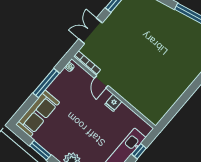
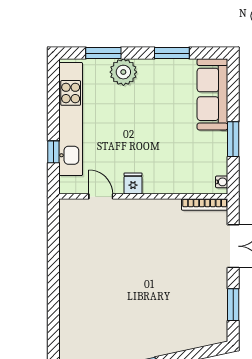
door: (101, 82) -> (101, 196), moved
window: (46, 83) -> (233, 139), width x0.69

